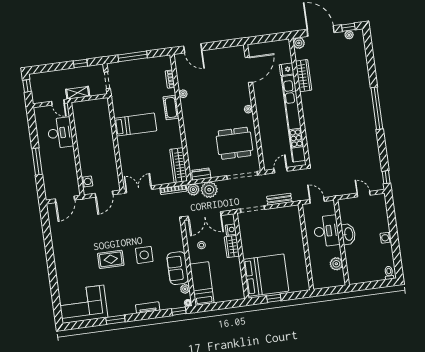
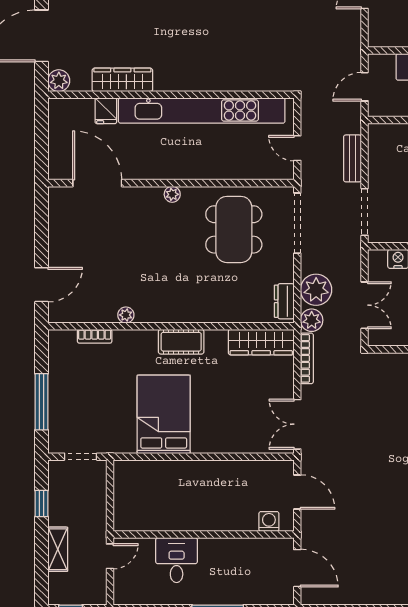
shelving: (78, 93) -> (58, 549), moved
cot: (171, 107) -> (181, 342), moved
bed: (135, 125) -> (164, 414), width x1.50
desk: (60, 133) -> (177, 560), width x0.73
double door: (205, 216) -> (365, 305), width x0.73

